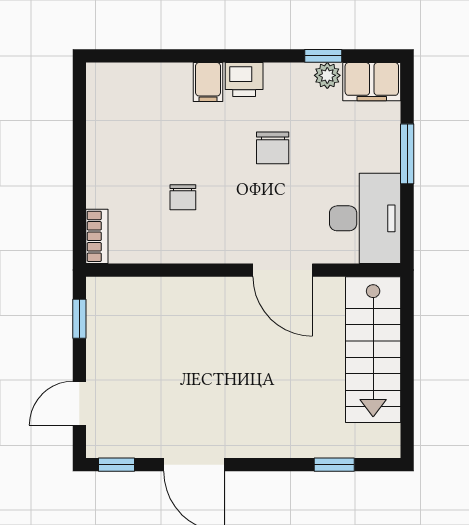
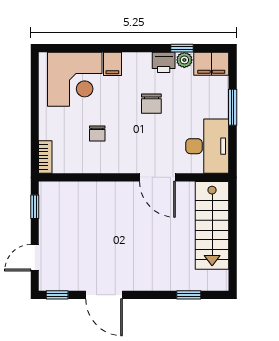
printer: (244, 79) -> (164, 62), moved
corner desk: (146, 107) -> (75, 79), added

